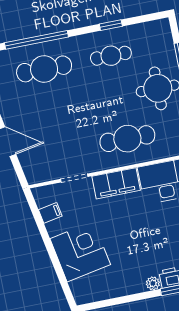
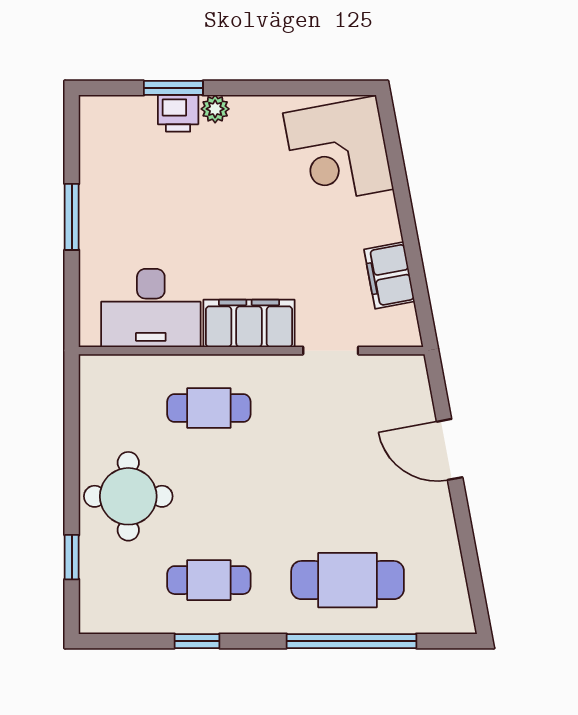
cafe table: (127, 139) -> (209, 408), width x0.73, depth x0.74
filing cabinet: (50, 213) -> (389, 275), width x2.00
corner desk: (80, 252) -> (338, 151), moved

